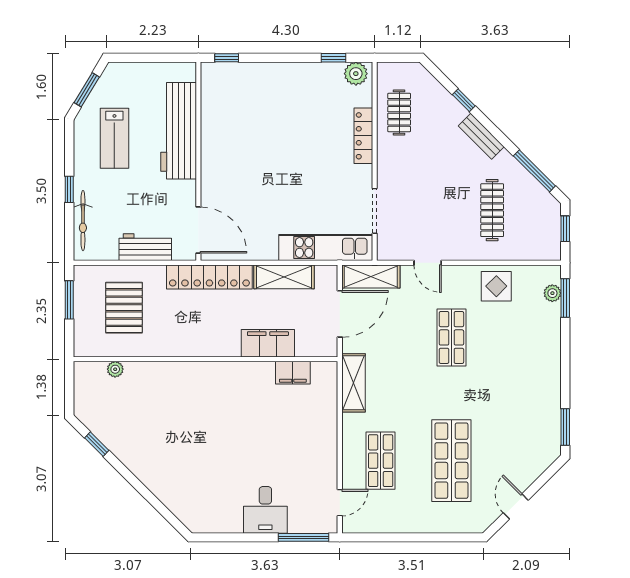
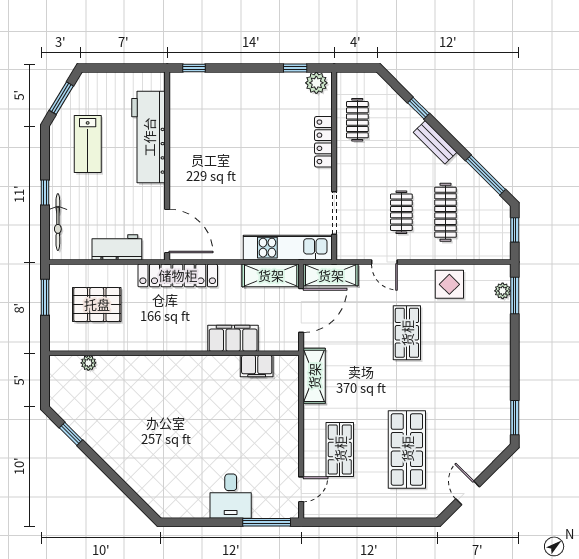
clothes rail: (446, 210) -> (401, 212), added
shelving: (284, 277) -> (271, 275), moved
pallet: (124, 308) -> (97, 304), turned 90

